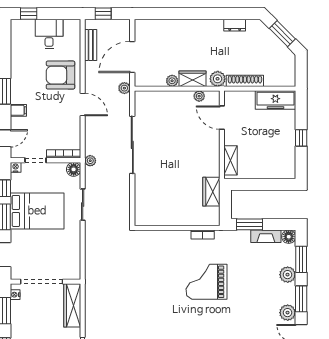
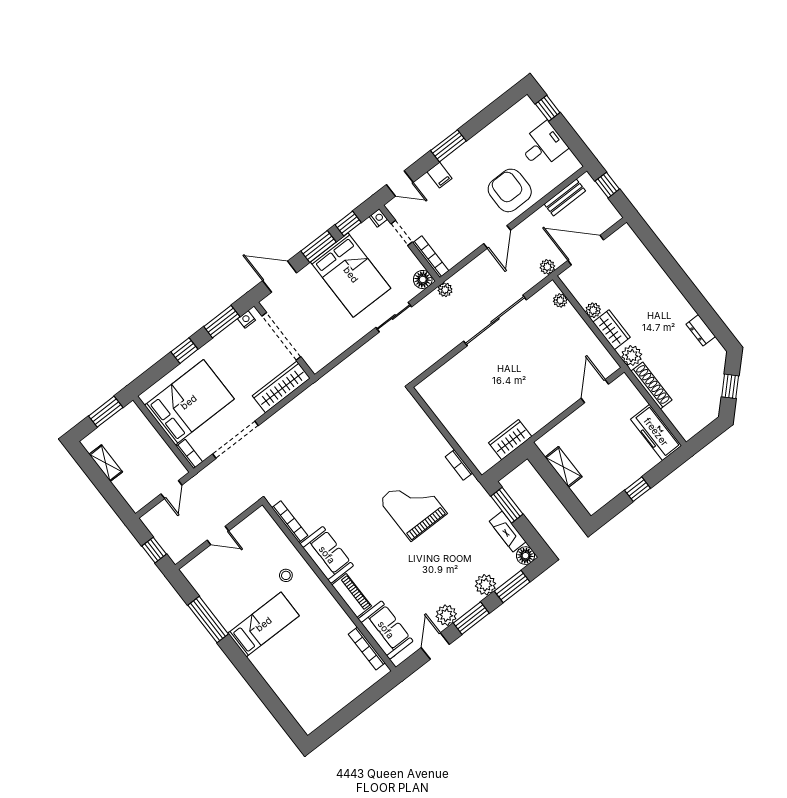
window: (282, 34) -> (730, 386), width x0.67
plant: (199, 96) -> (560, 300), moved
shelving: (231, 160) -> (563, 467), moved, turned 90

